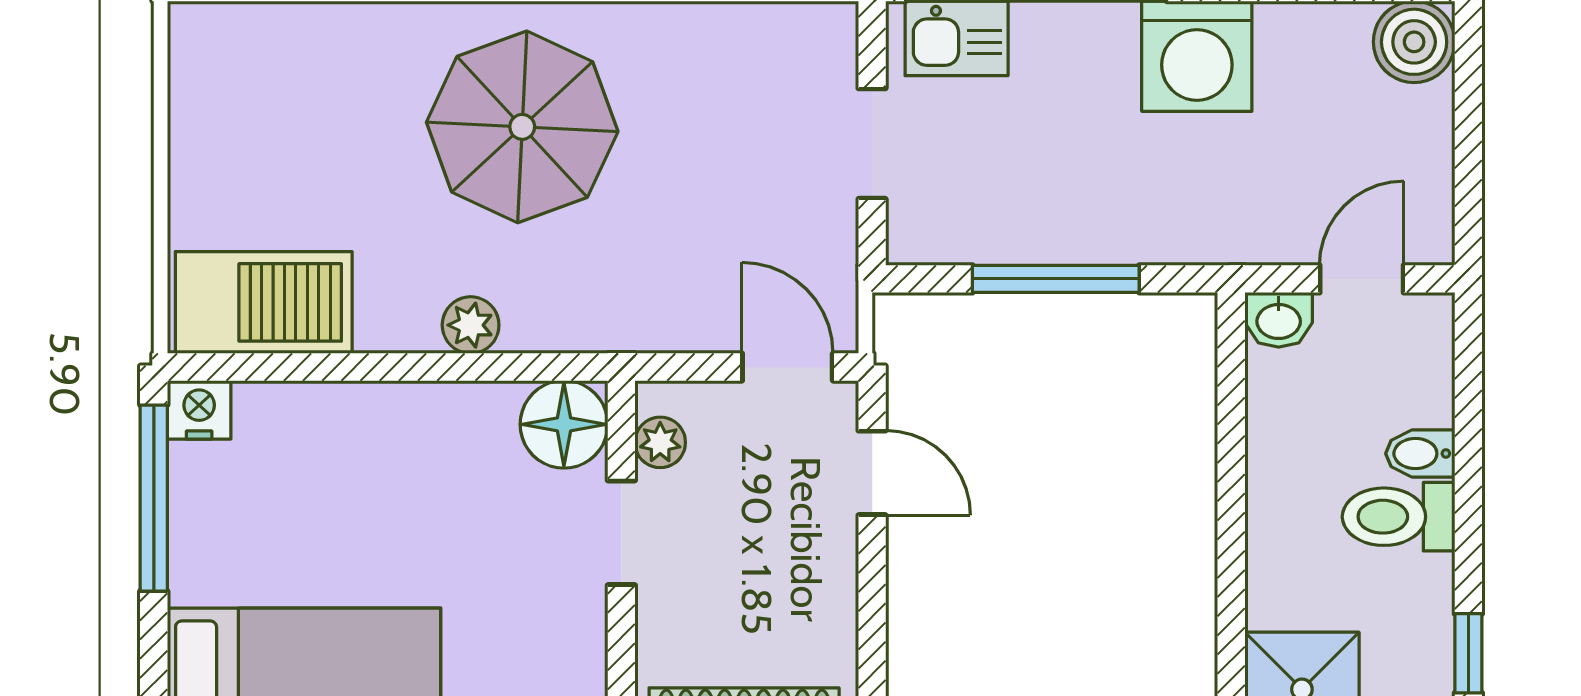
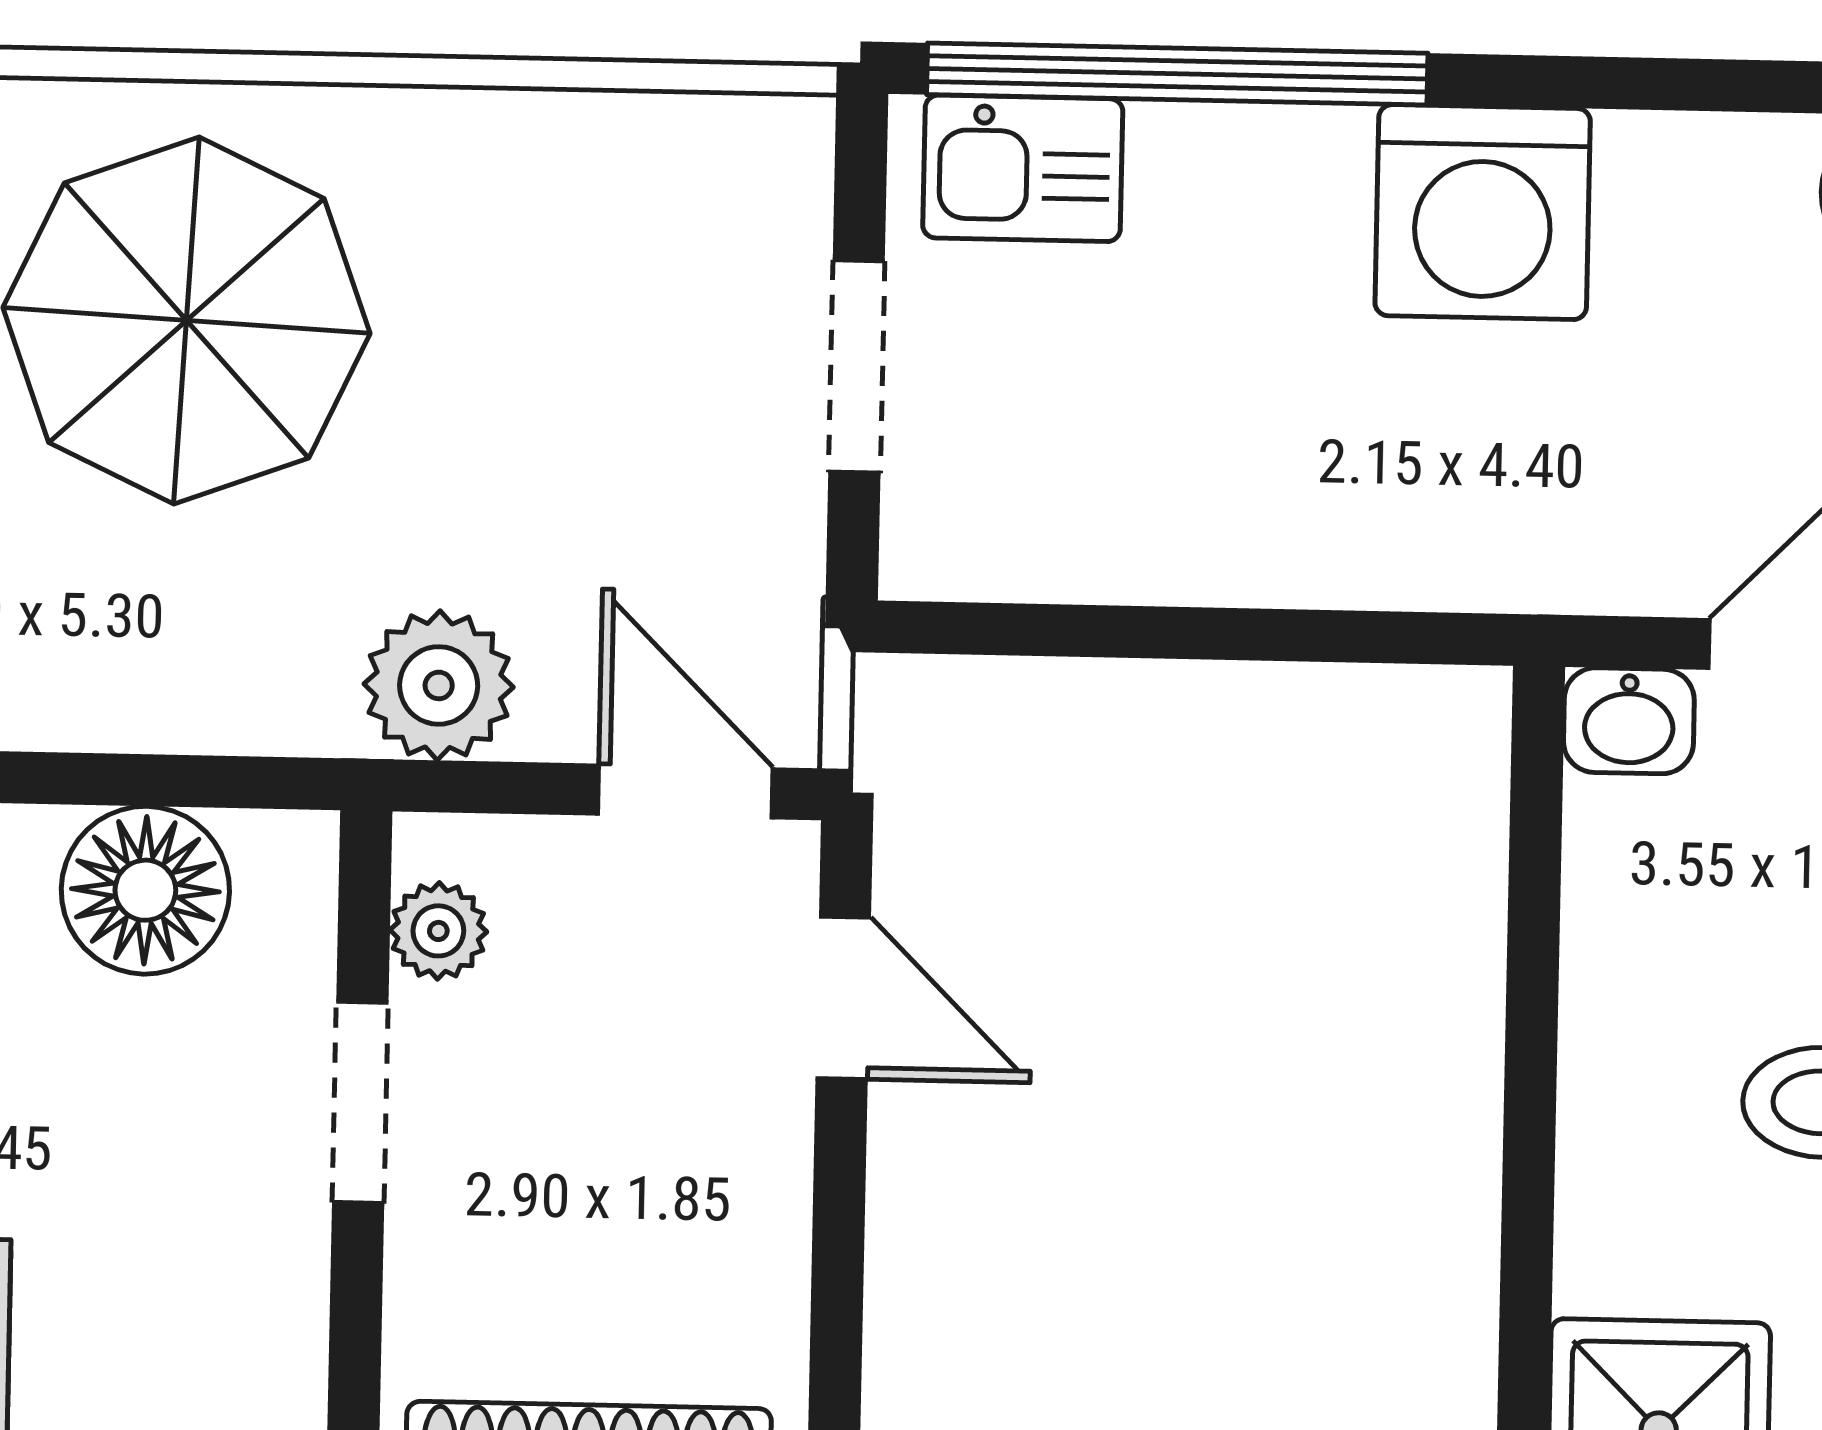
window: (1056, 279) -> (1203, 633), removed
plant: (471, 325) -> (439, 685), moved, width x1.38, depth x1.38
floor lamp: (564, 424) -> (145, 890), moved

